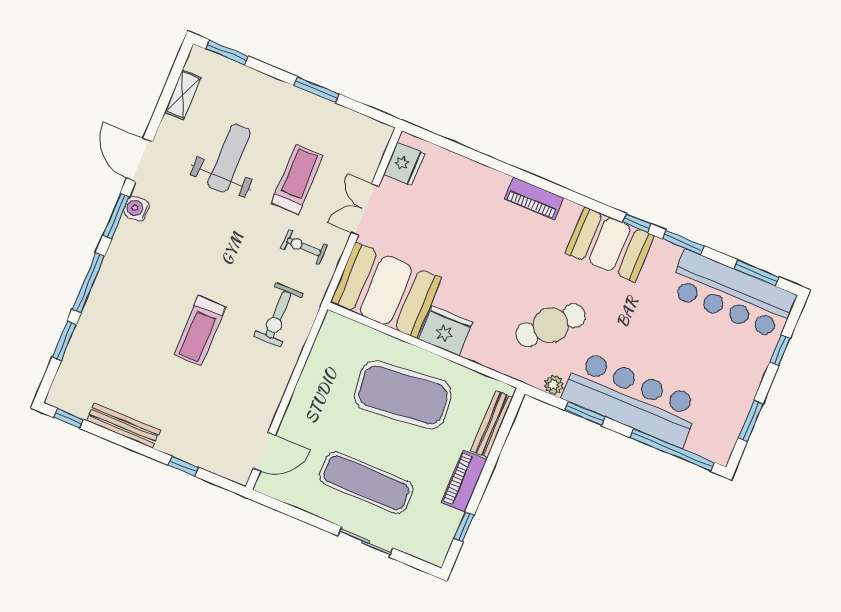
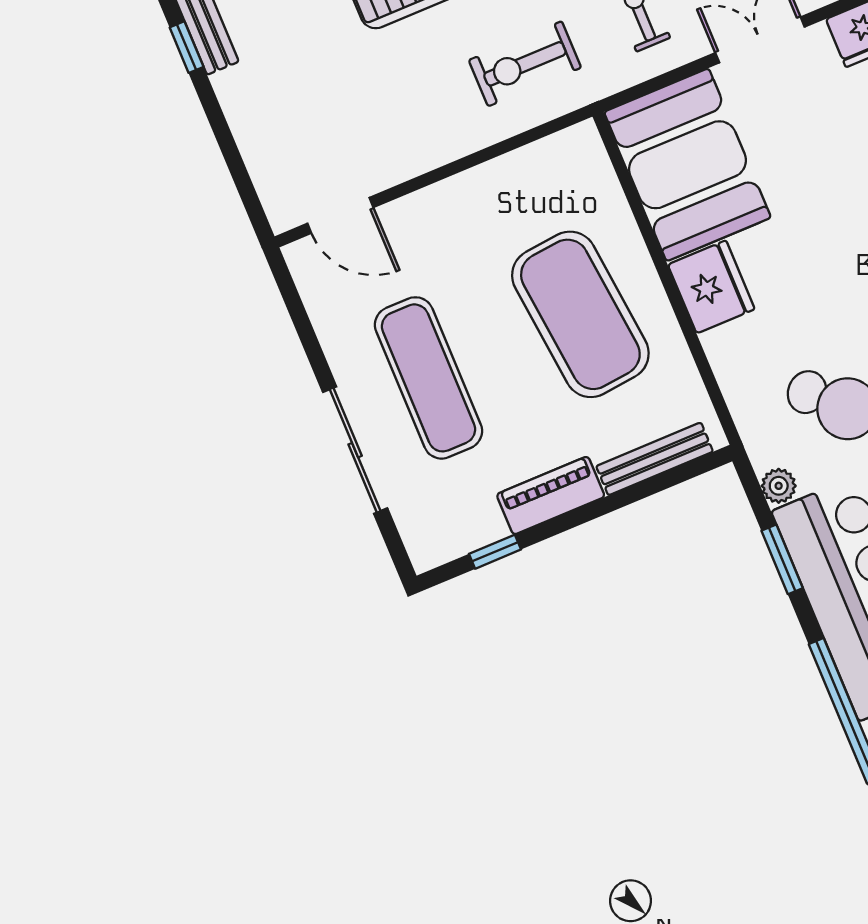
window: (183, 466) -> (187, 47), moved
sliding door: (365, 542) -> (355, 450), width x1.37

